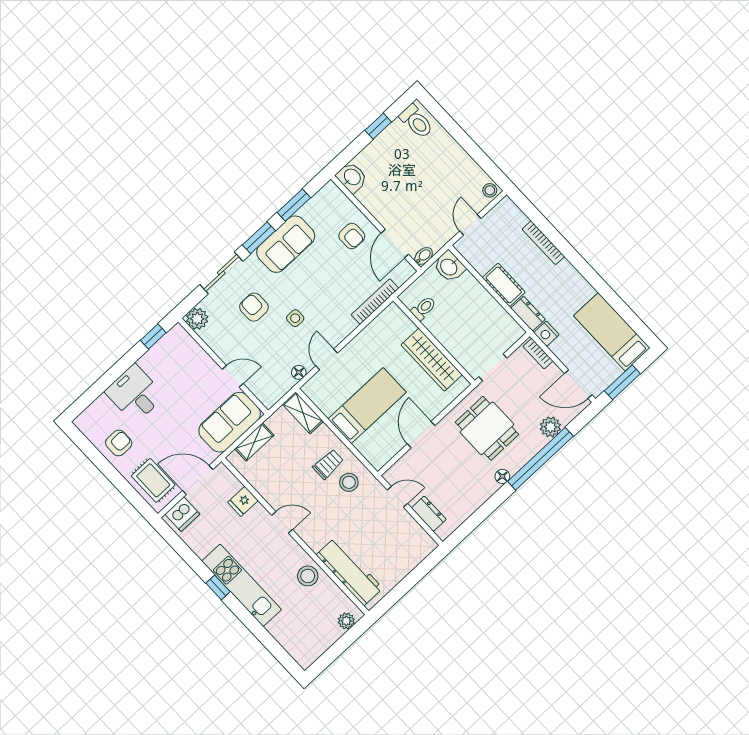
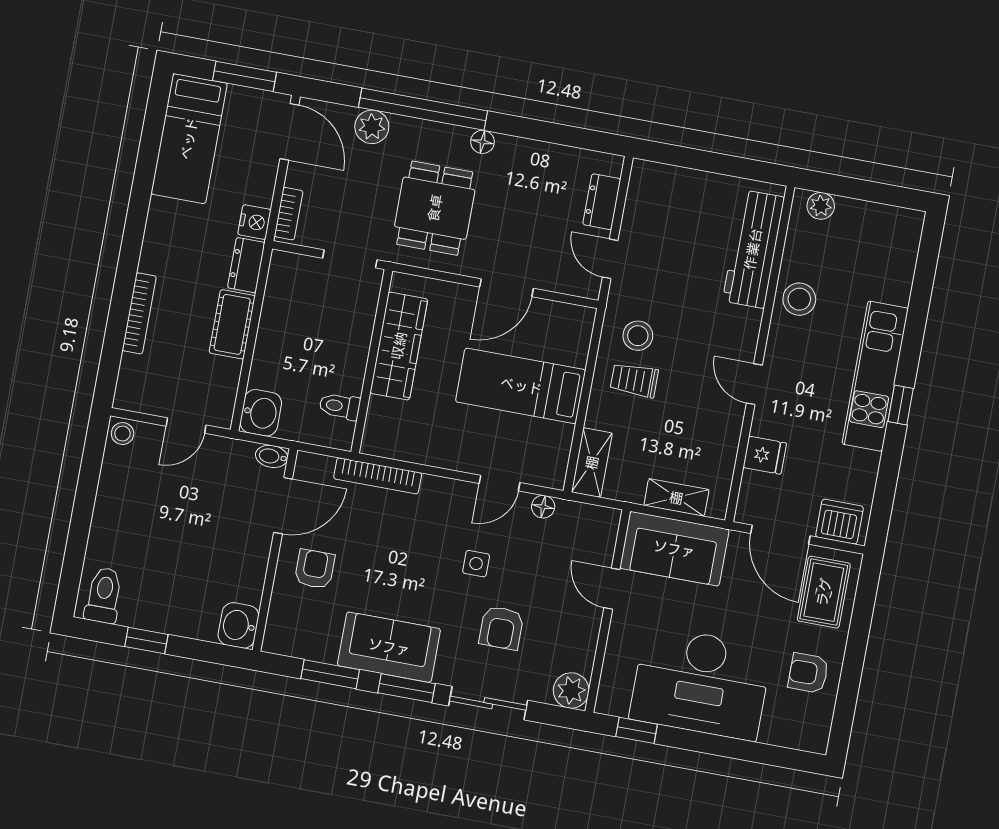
desk: (135, 394) -> (701, 683), width x1.87, depth x1.30

